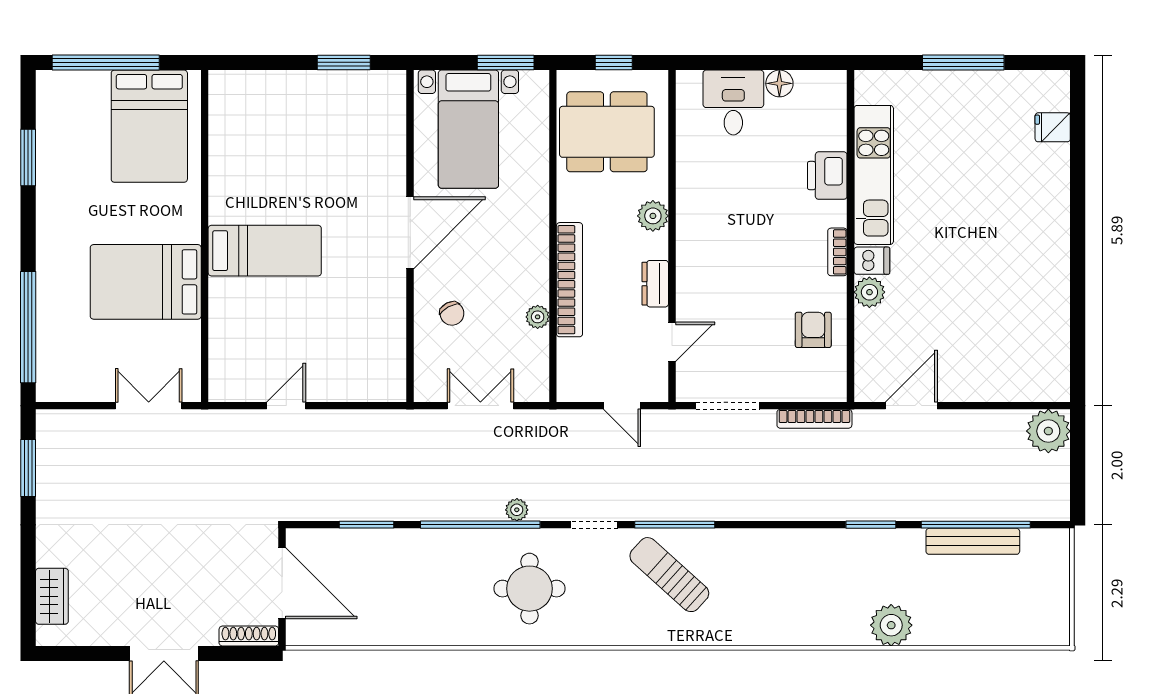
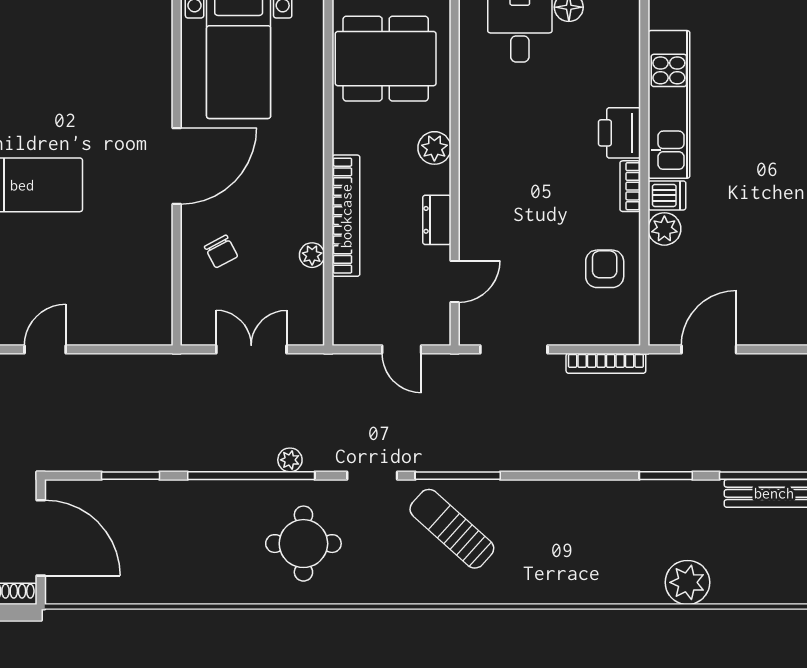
printer: (827, 176) -> (620, 133), moved

